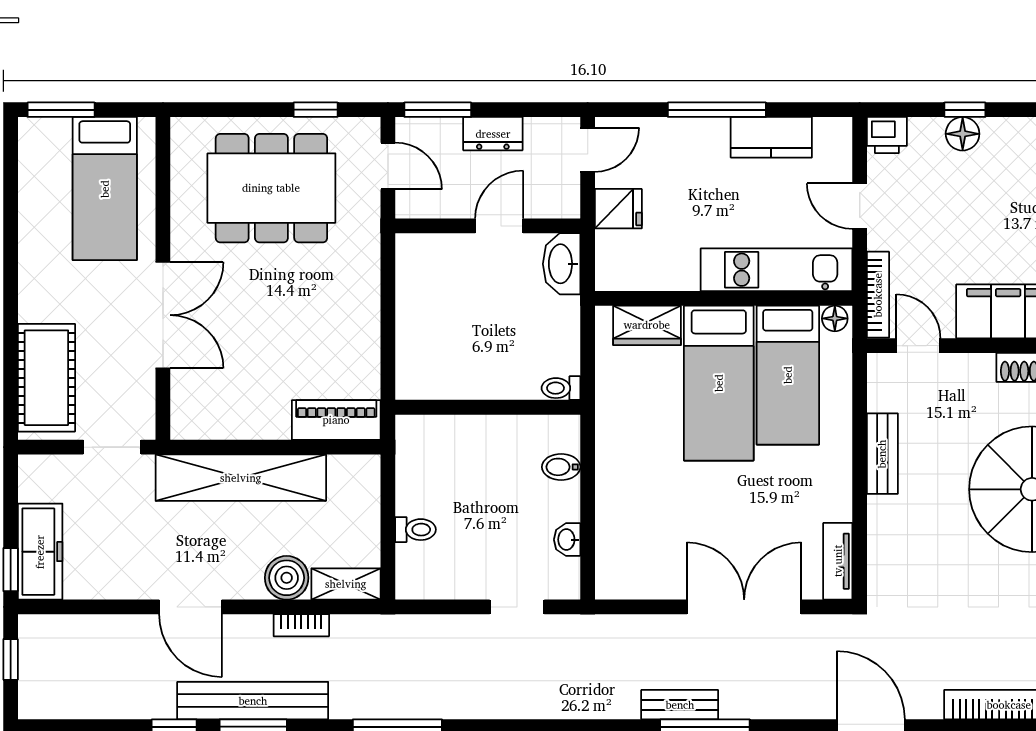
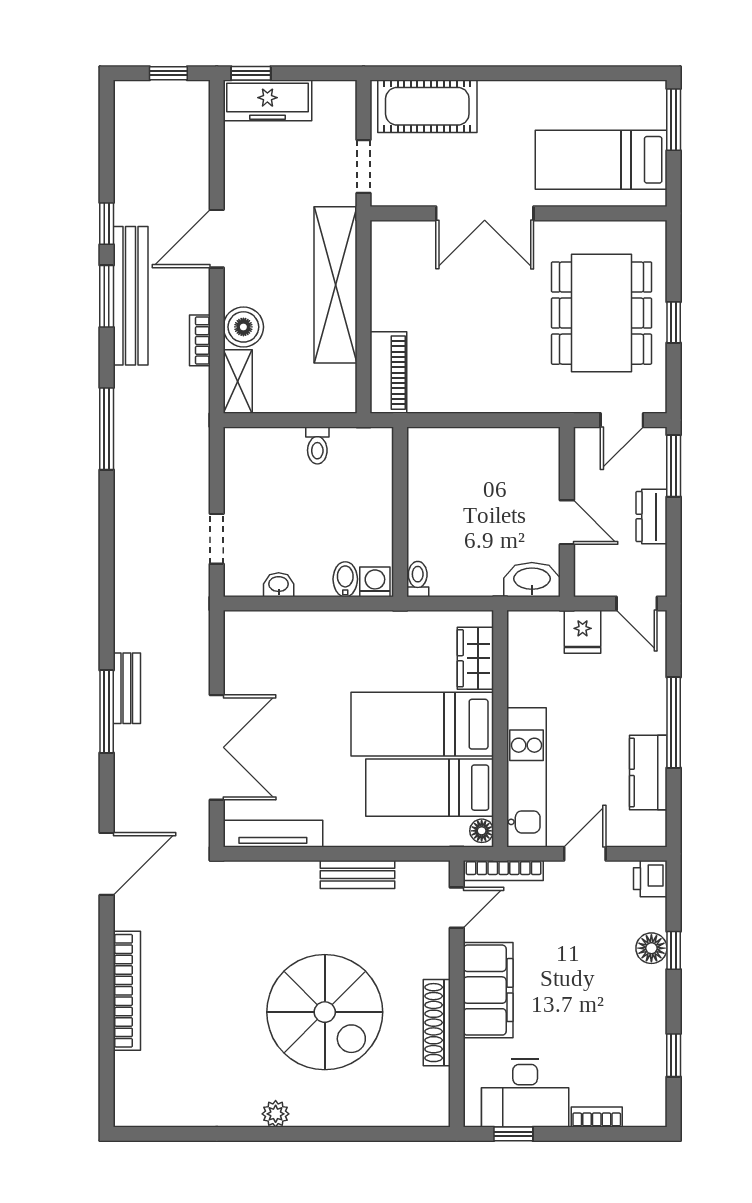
window: (316, 110) -> (674, 322), moved
washing machine: (564, 435) -> (375, 582), added
toilet: (416, 530) -> (317, 445), moved
tv unit: (838, 561) -> (273, 834), width x1.41

